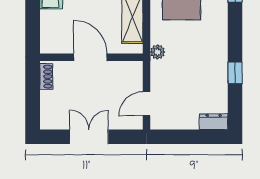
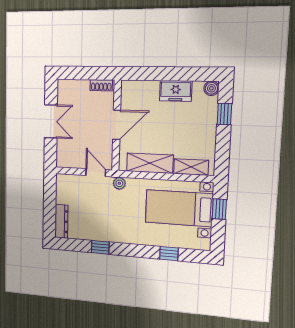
door: (146, 104) -> (96, 173), moved
dresser: (214, 122) -> (61, 221), width x1.44

